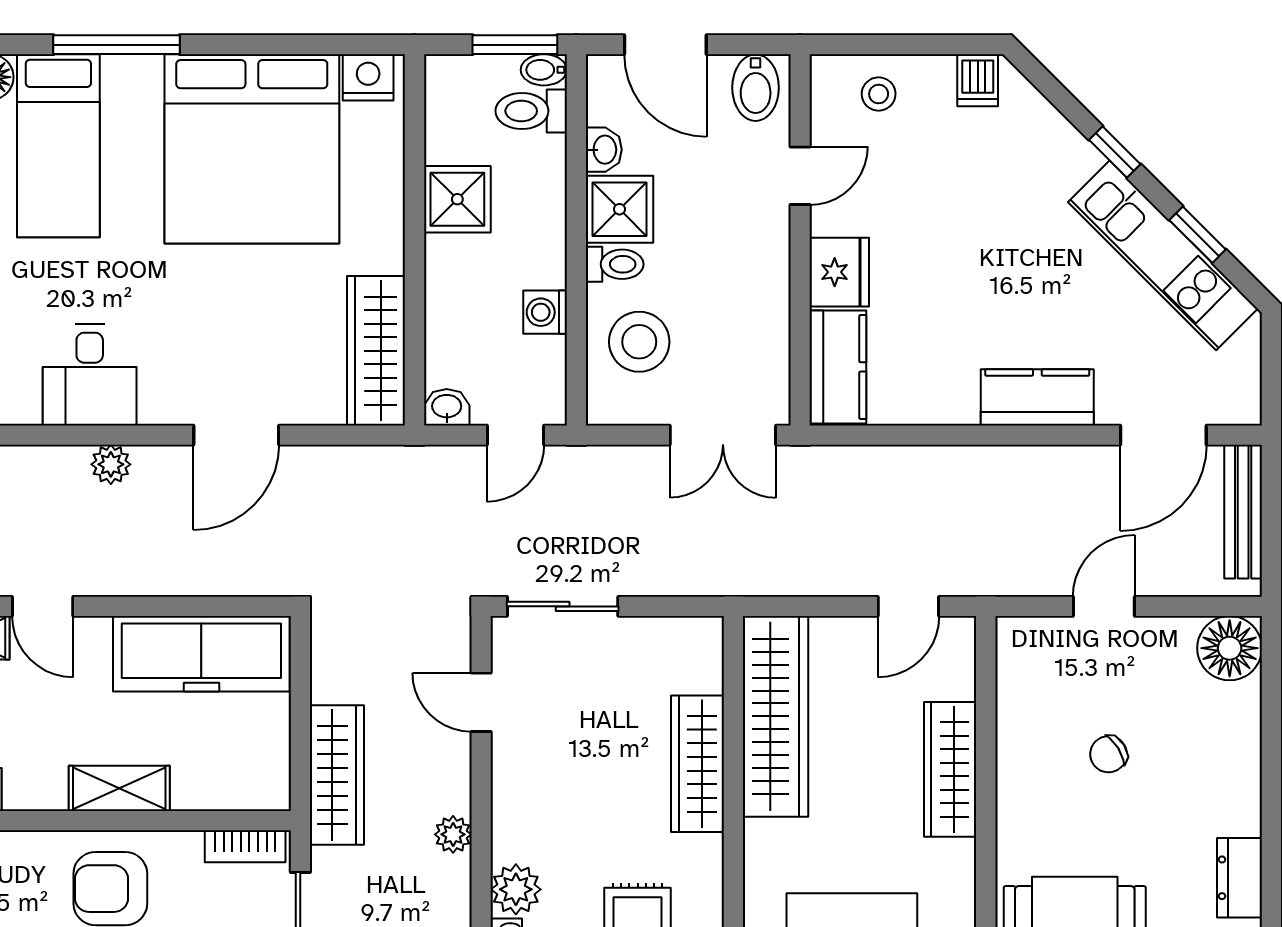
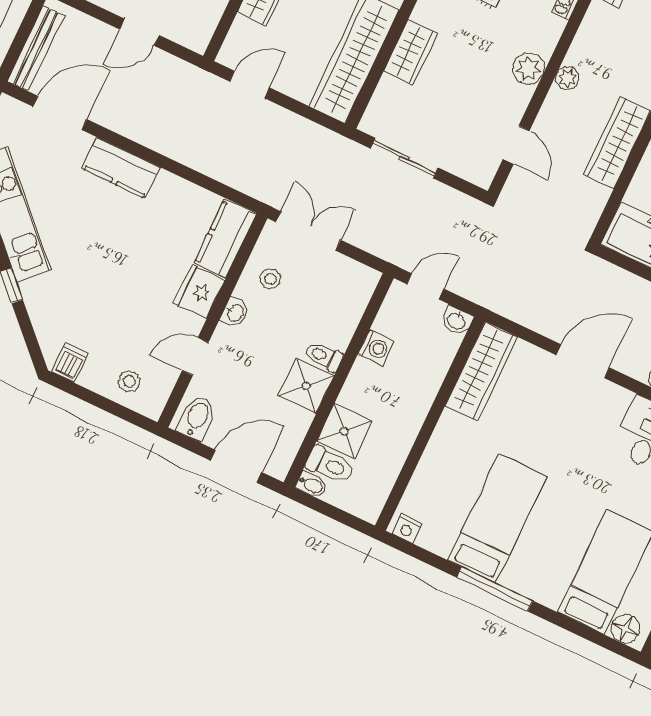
window: (117, 45) -> (495, 589), moved
window: (515, 45) -> (321, 507), removed
door: (665, 45) -> (236, 466), hinge flipped
nightstand: (368, 77) -> (407, 529), width x0.72, depth x0.74
bed: (252, 149) -> (497, 518), width x0.49
washbasin: (604, 150) -> (235, 313), moved, turned 180
shower: (457, 199) -> (344, 431), moved
stool: (639, 342) -> (270, 279), moved, width x0.53, depth x0.53
sliding door: (563, 606) -> (404, 158), moved
wardrobe: (698, 764) -> (411, 52), width x0.67
plant: (516, 889) -> (528, 69), moved

